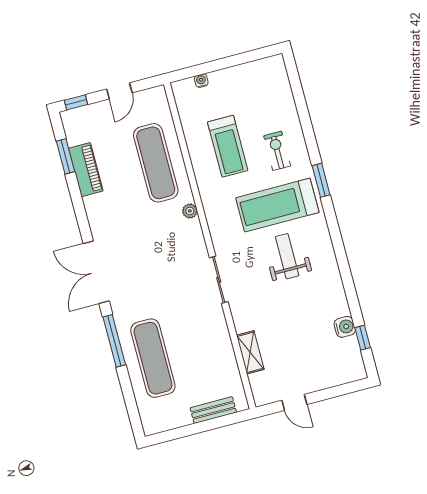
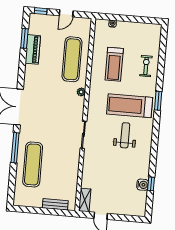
exercise bike: (277, 151) -> (146, 66), moved
window: (363, 338) -> (151, 184), moved
shelving: (250, 352) -> (85, 200), moved

